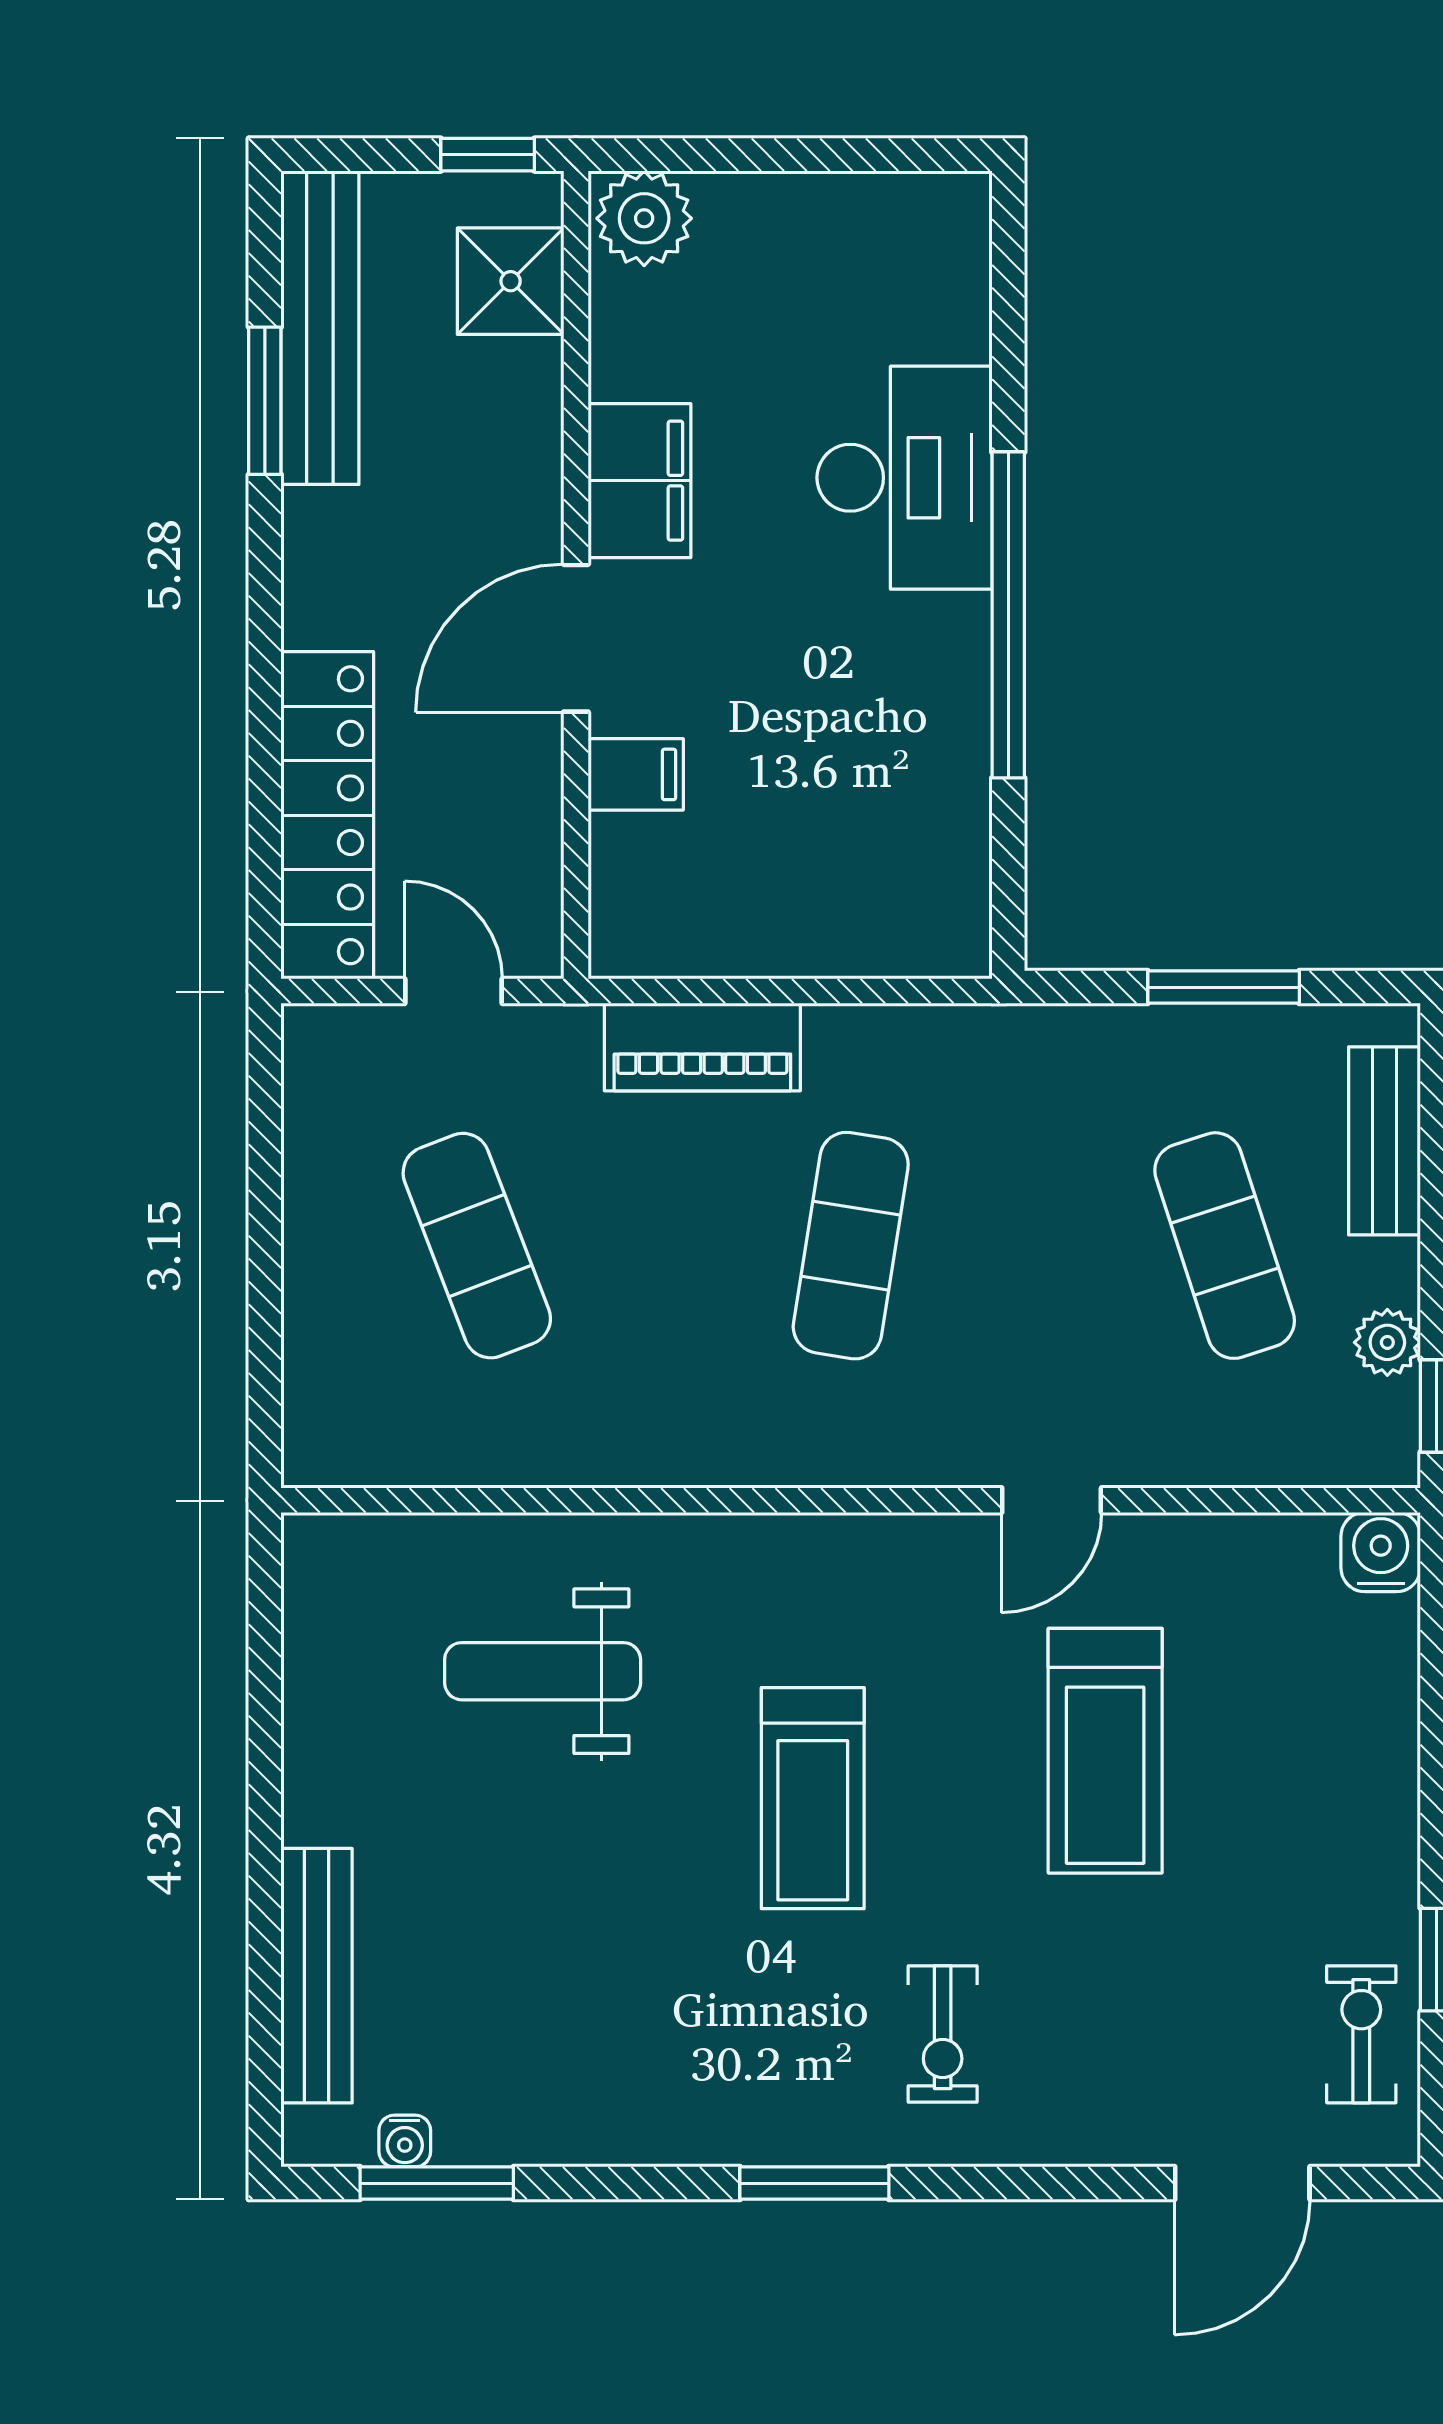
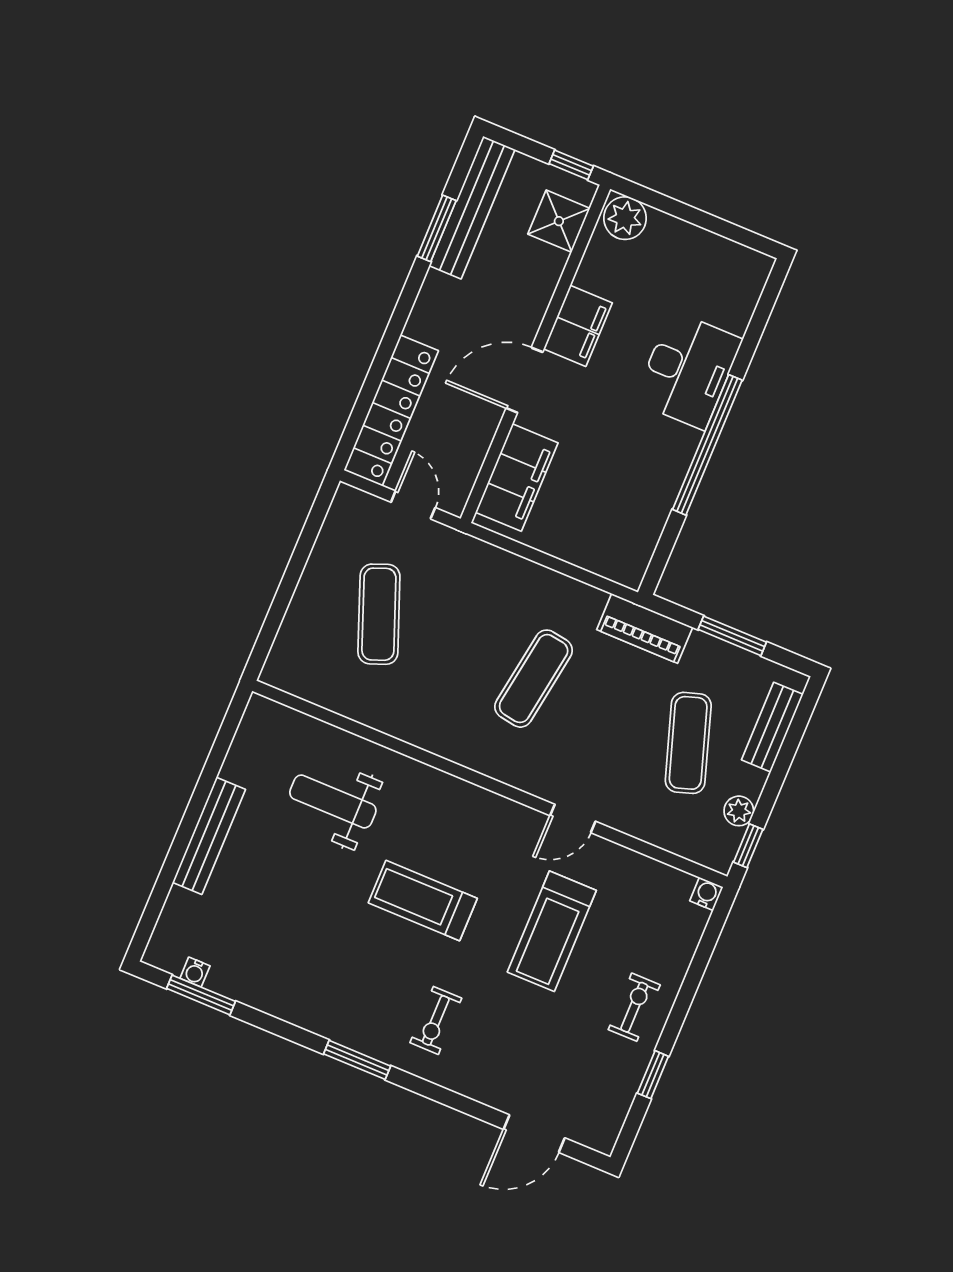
filing cabinet: (636, 774) -> (517, 478), width x3.00, depth x1.17
piano: (702, 1047) -> (645, 628), moved
water cooler: (1381, 1552) -> (706, 894), width x0.72, depth x0.72
treadmill: (813, 1798) -> (423, 901), turned 90
bench: (317, 1976) -> (209, 836), moved
exercise bike: (1361, 2034) -> (634, 1007), moved

